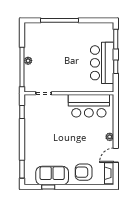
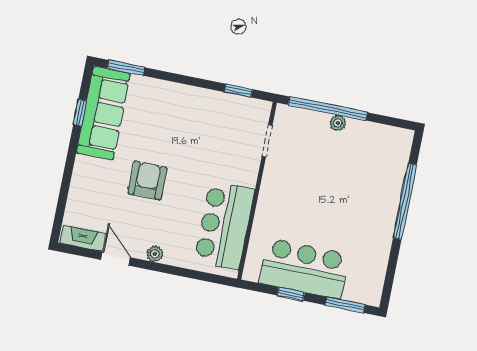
armchair: (84, 172) -> (147, 180), moved
sofa: (52, 176) -> (103, 113), width x1.36

